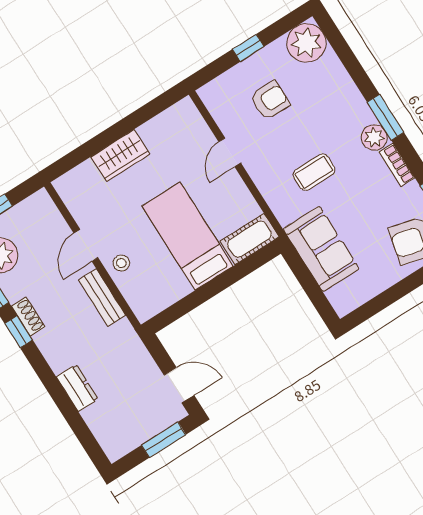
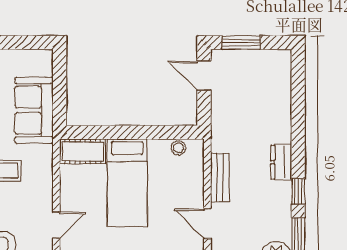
door: (86, 245) -> (207, 224), swing flipped
stool: (121, 263) -> (178, 148), moved
shoe rack: (28, 317) -> (284, 198), removed
dresser: (77, 388) -> (281, 162), moved

